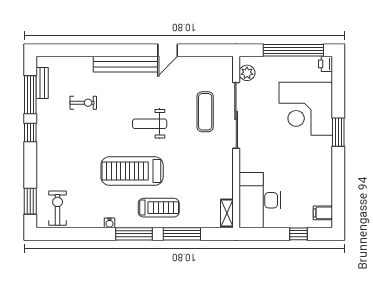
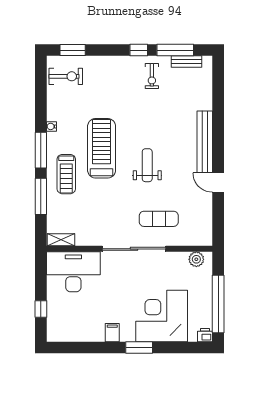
exercise bike: (83, 103) -> (152, 76), moved
sliding door: (236, 115) -> (134, 249), moved
filing cabinet: (323, 213) -> (112, 333), moved

